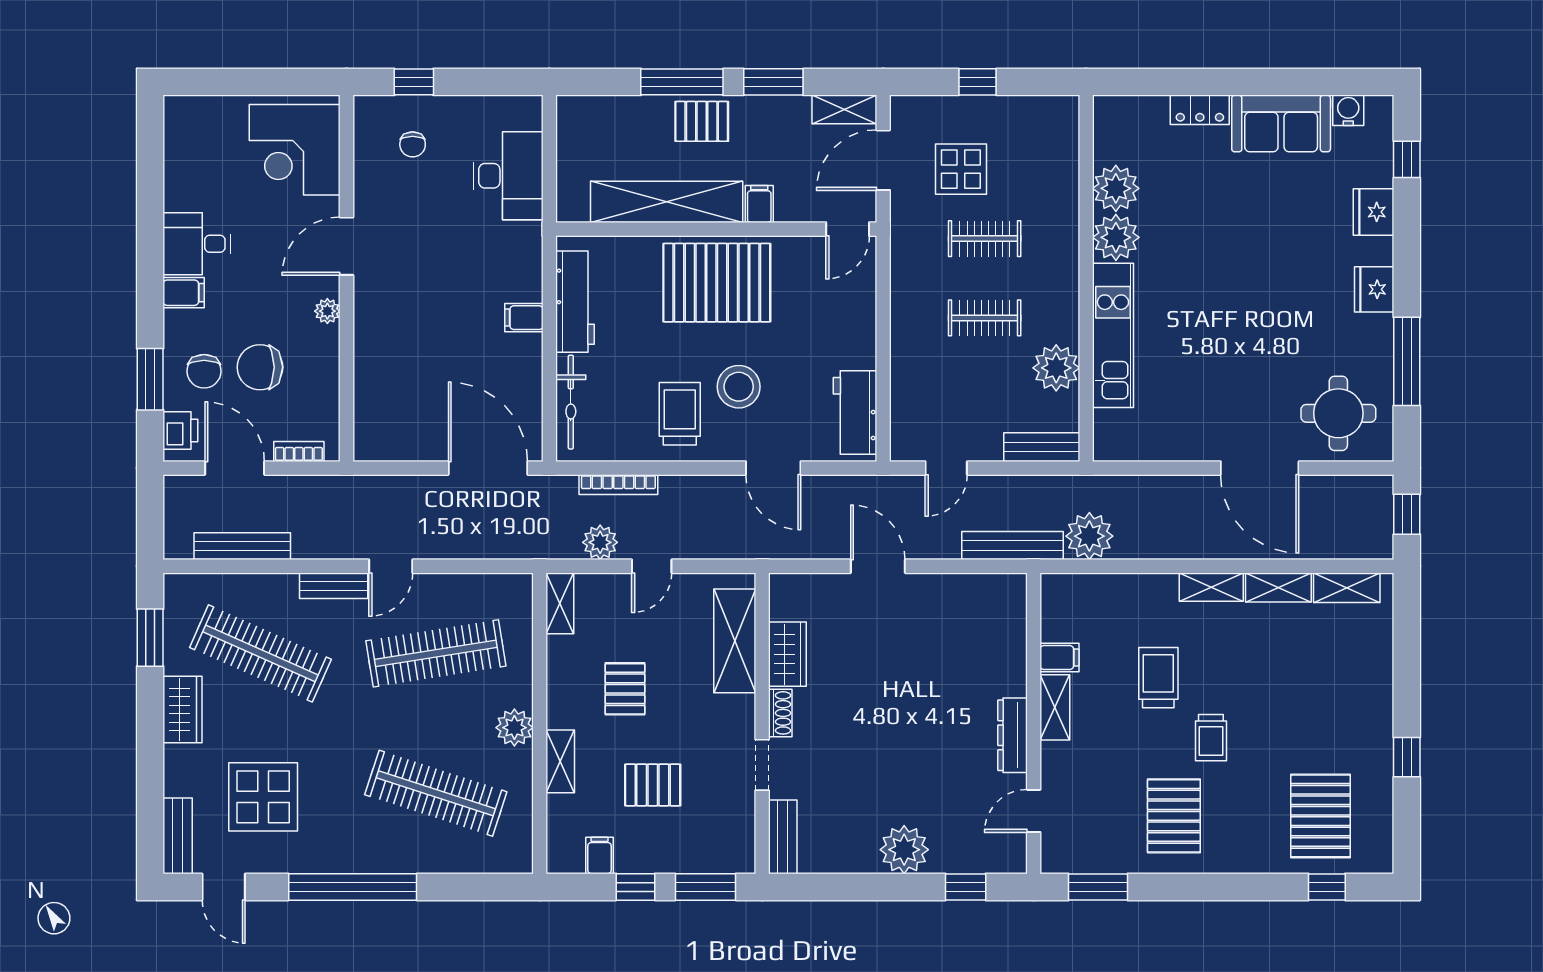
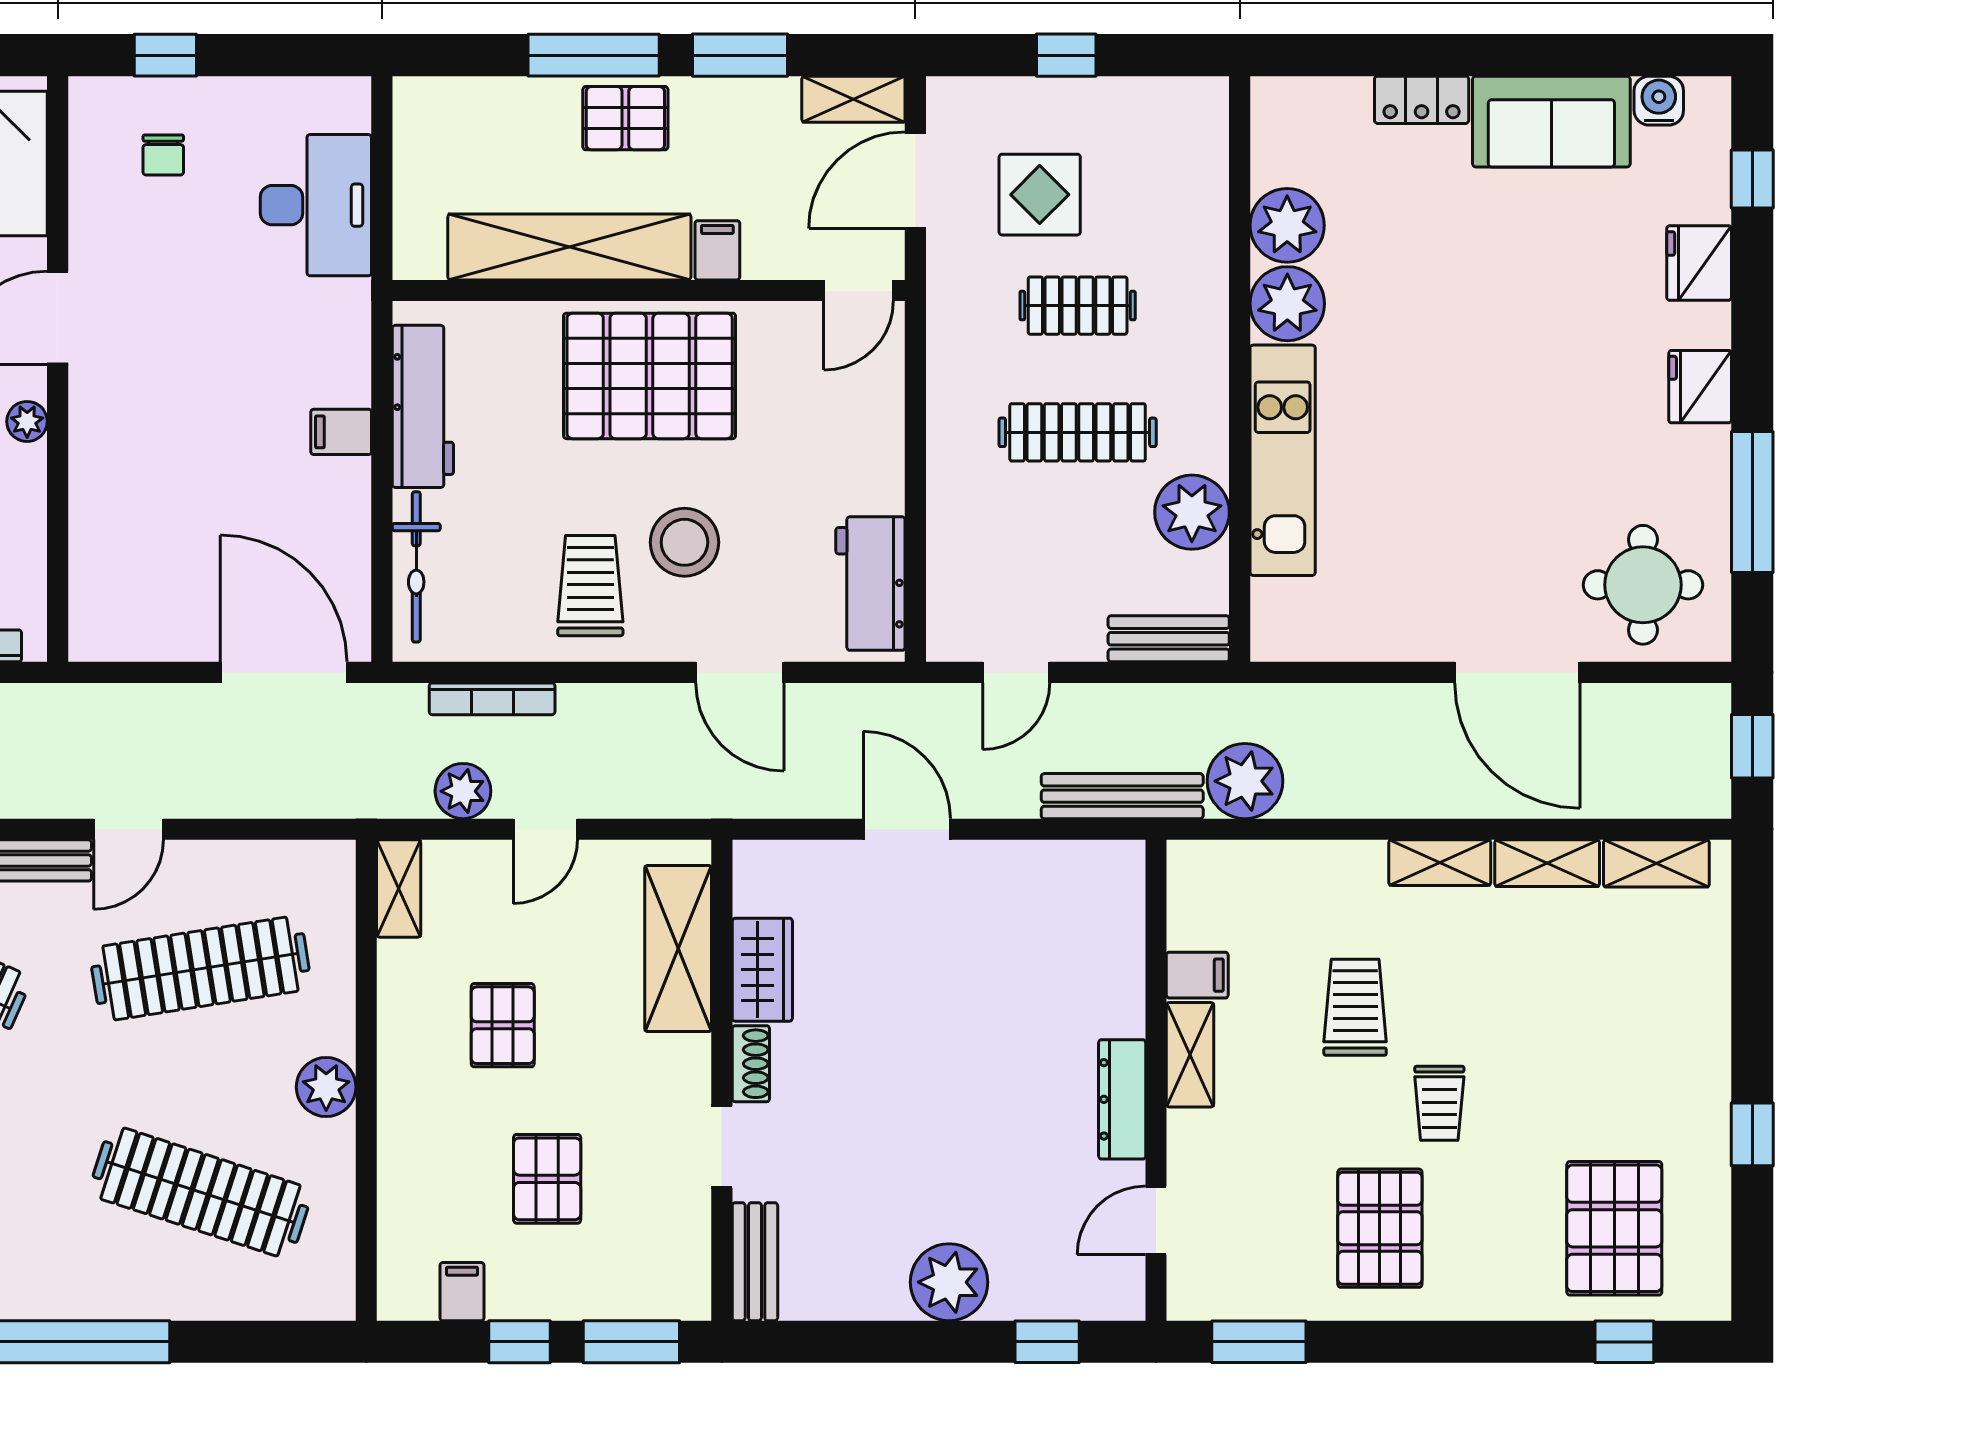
clothes rail: (985, 318) -> (1078, 432), width x1.36
shelving: (560, 761) -> (399, 1141), removed
pallet: (653, 785) -> (547, 1179), turned 90

